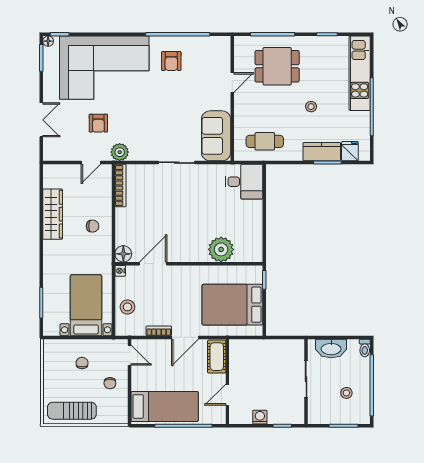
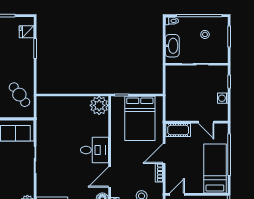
cafe table: (265, 141) -> (19, 95), turned -37
kitchen counter: (322, 152) -> (27, 53), removed
desk: (244, 182) -> (95, 150), moved, turned 90
plant: (221, 249) -> (99, 105), moved
door: (153, 264) -> (110, 177), hinge flipped
door: (185, 337) -> (164, 153), swing flipped

